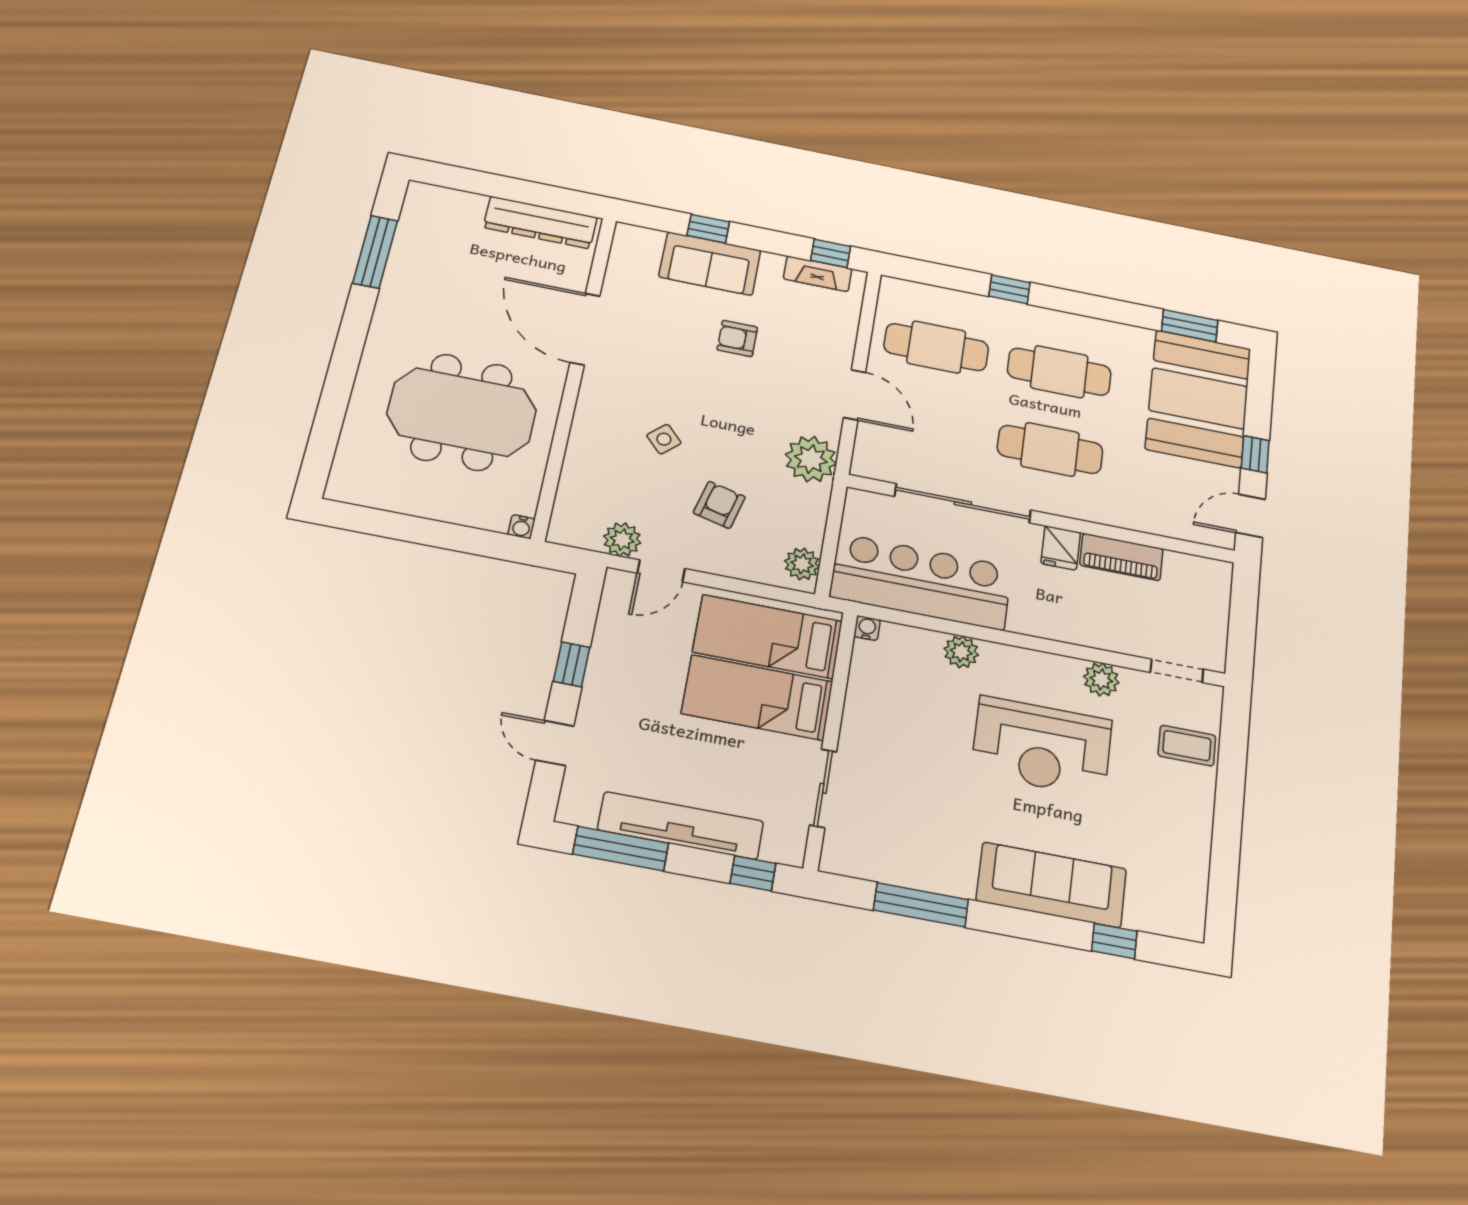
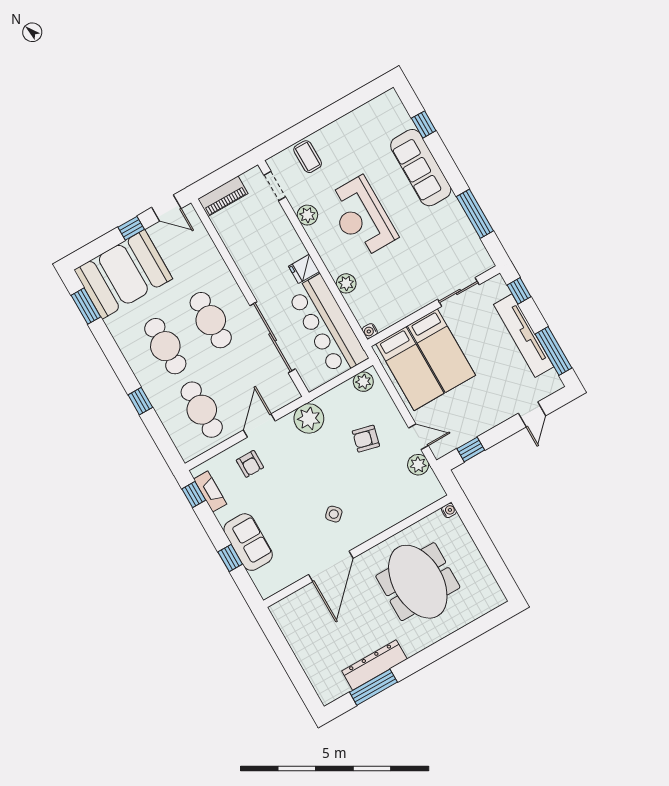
dresser: (540, 222) -> (374, 665), moved, turned -90
armchair: (737, 339) -> (250, 464), moved
side table: (664, 439) -> (334, 514), moved
fridge: (1061, 548) -> (304, 269), moved, turned 180
piano: (1121, 557) -> (223, 196), moved, turned 90
window: (571, 664) -> (471, 449), moved
reception desk: (1042, 747) -> (361, 217), turned 180

